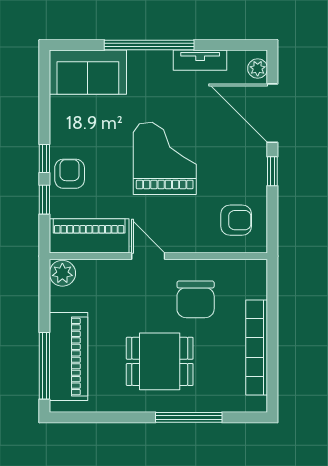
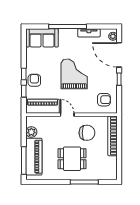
plant: (62, 273) -> (31, 132), moved
chair: (196, 299) -> (87, 133), turned -90
bookcase: (257, 347) -> (112, 136), moved

